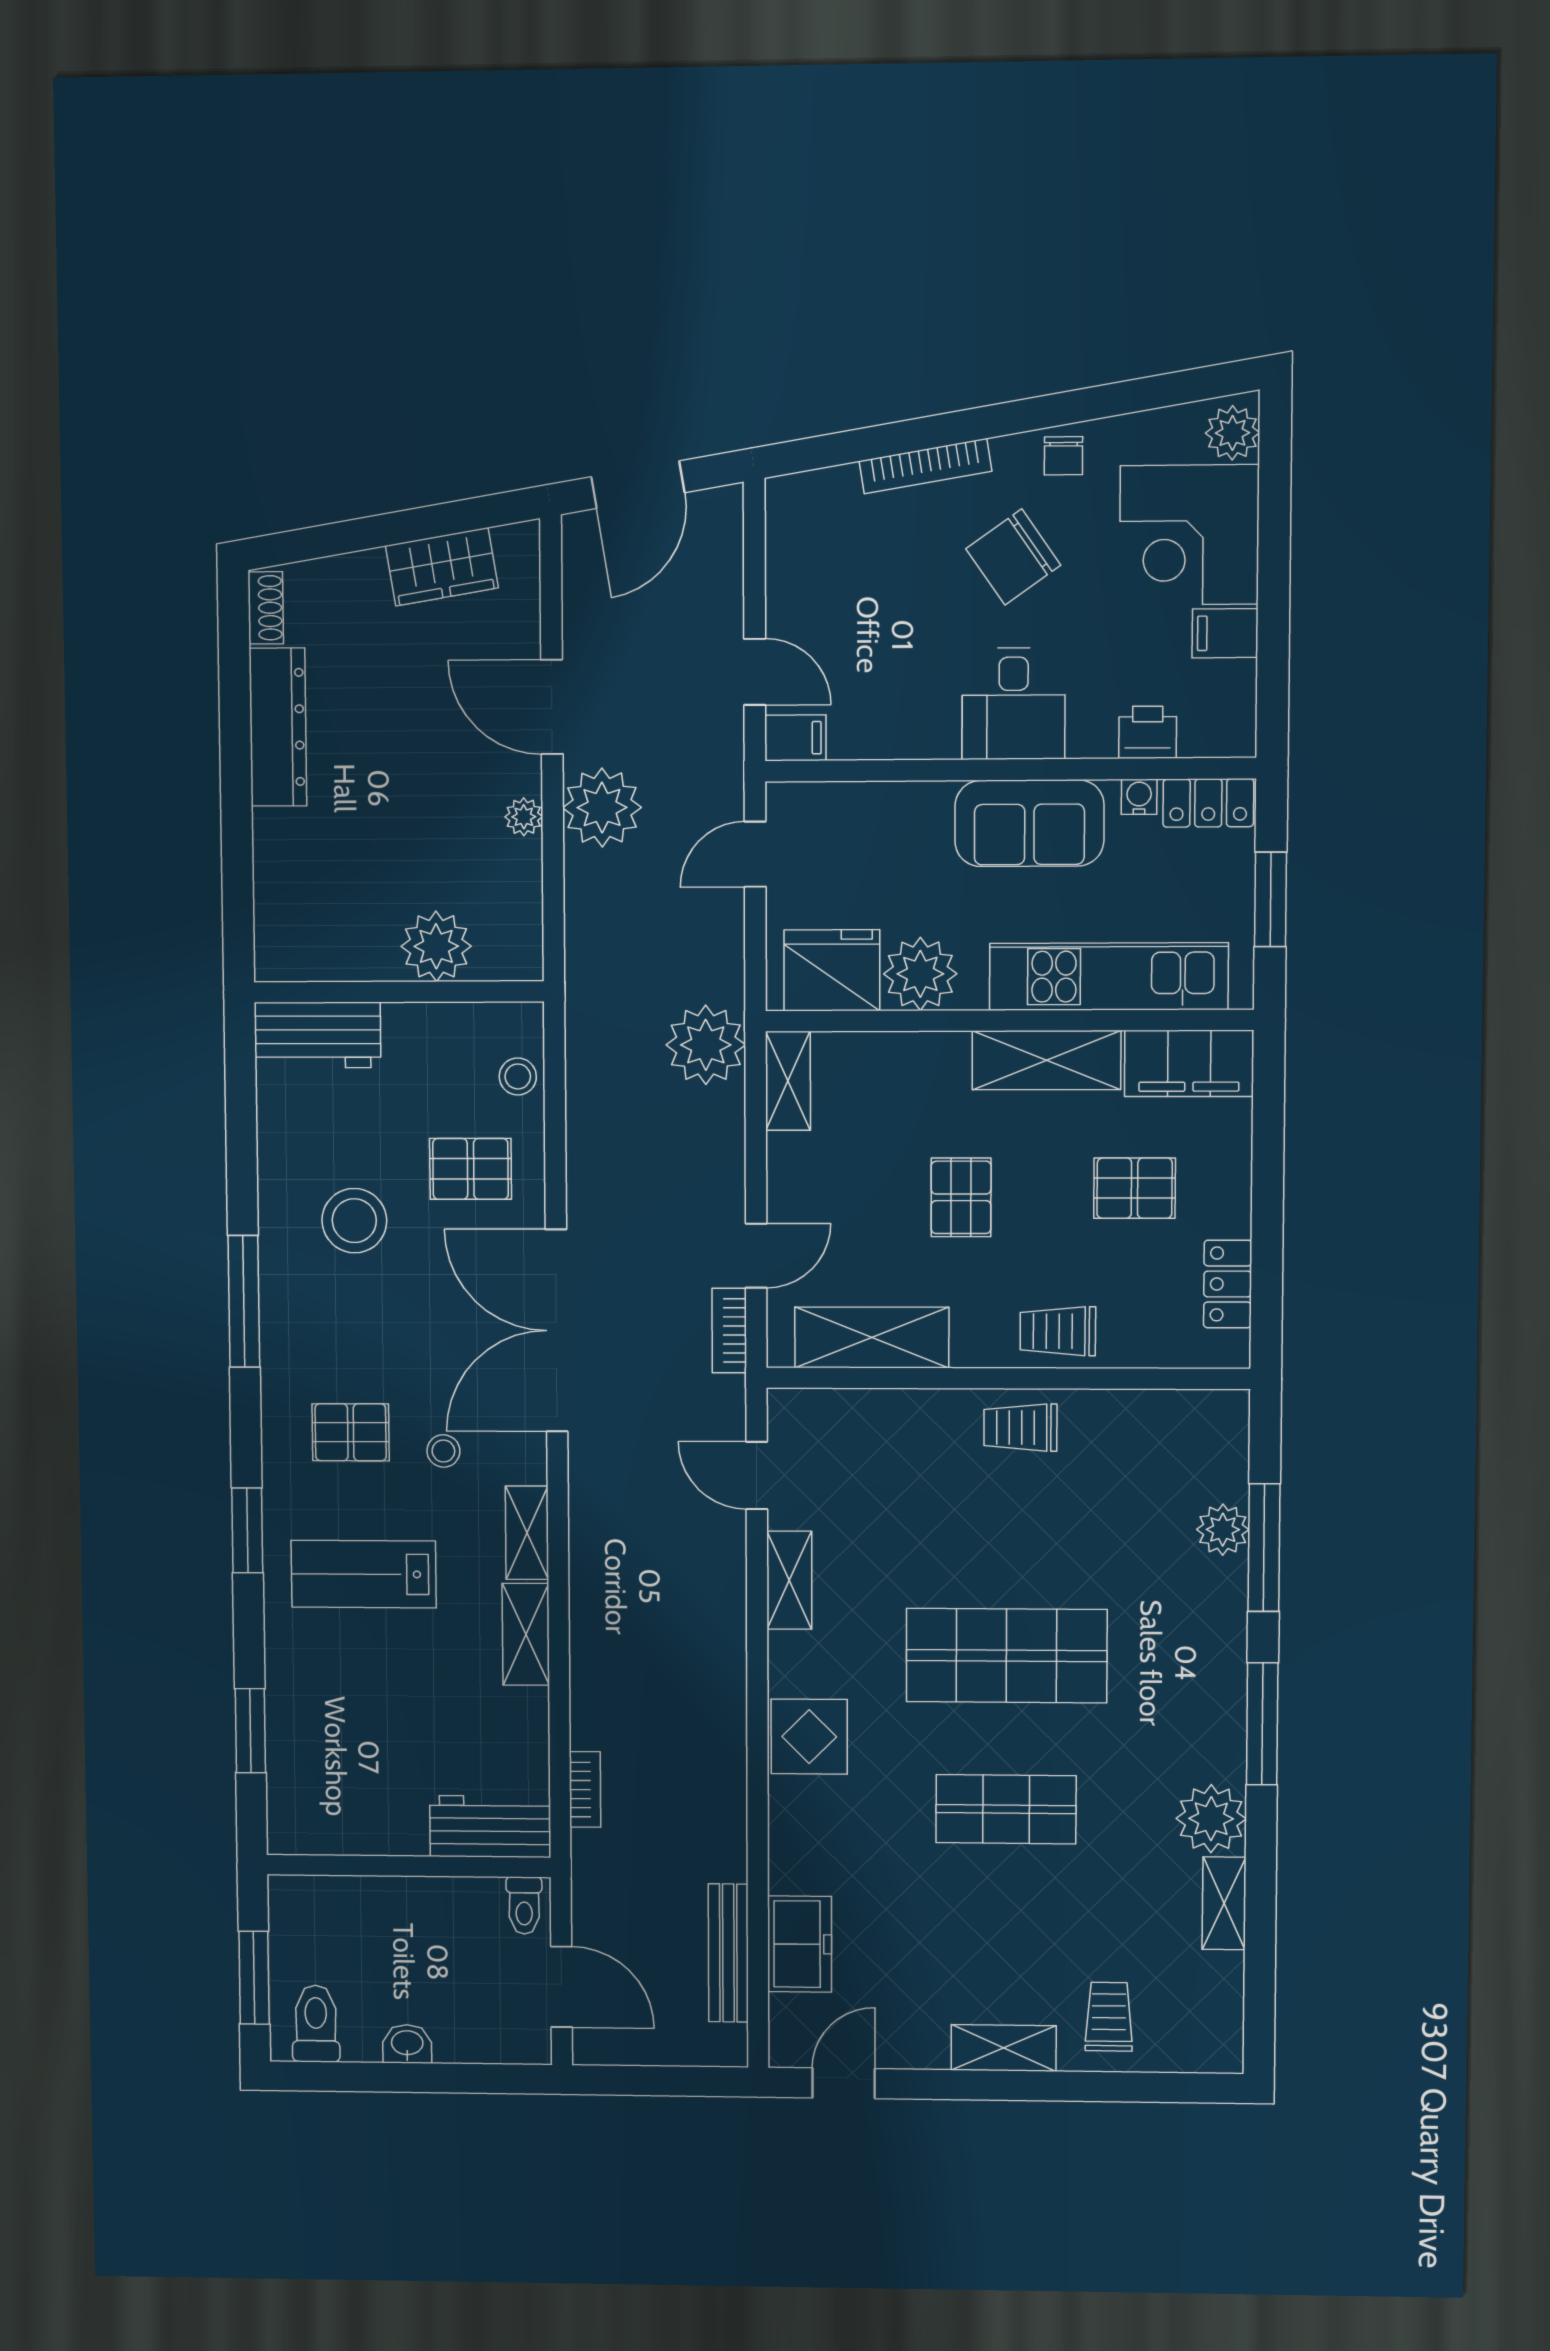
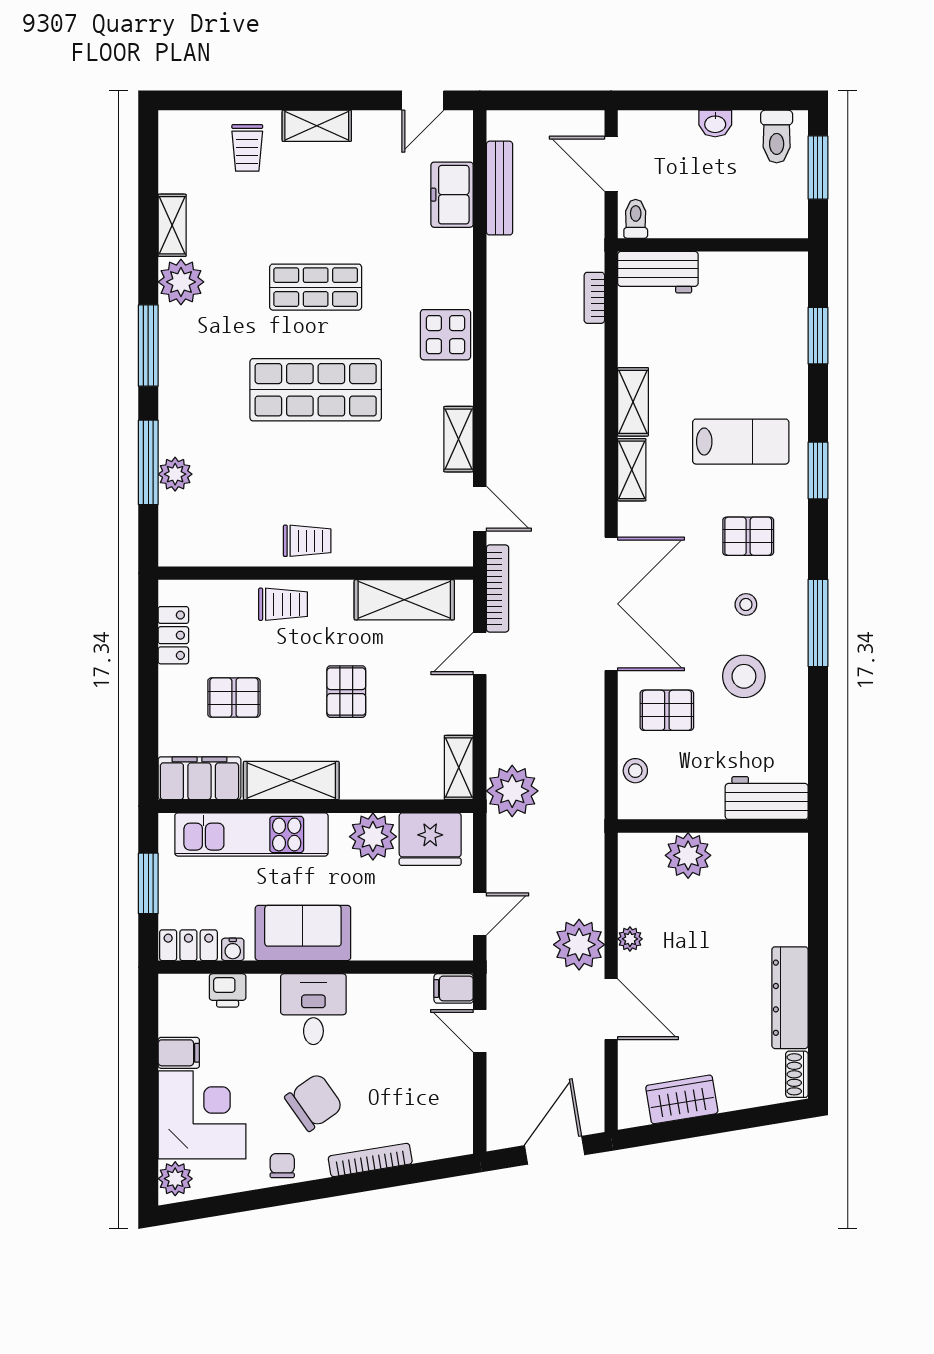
bookcase: (729, 1331) -> (498, 589), width x1.56
stool: (443, 1451) -> (746, 605), moved

